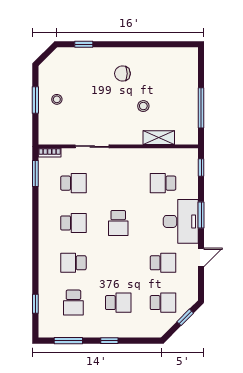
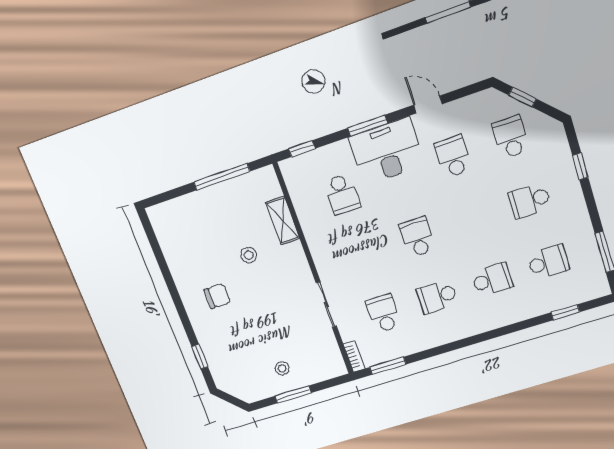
chair: (122, 74) -> (217, 296), turned -90
school desk: (73, 223) -> (437, 297), turned -90
school desk: (118, 223) -> (417, 237), turned -90
school desk: (73, 263) -> (492, 280), turned -90
school desk: (118, 303) -> (530, 201), turned -90
window: (109, 341) -> (580, 166), moved

